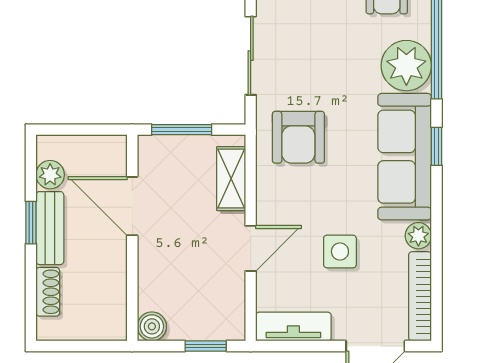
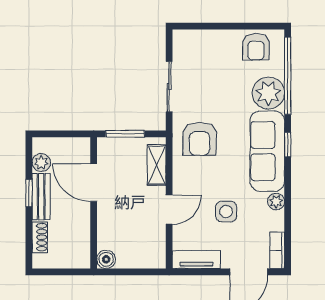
bookcase: (420, 296) -> (277, 250), width x0.64
window: (206, 346) -> (140, 272), removed

